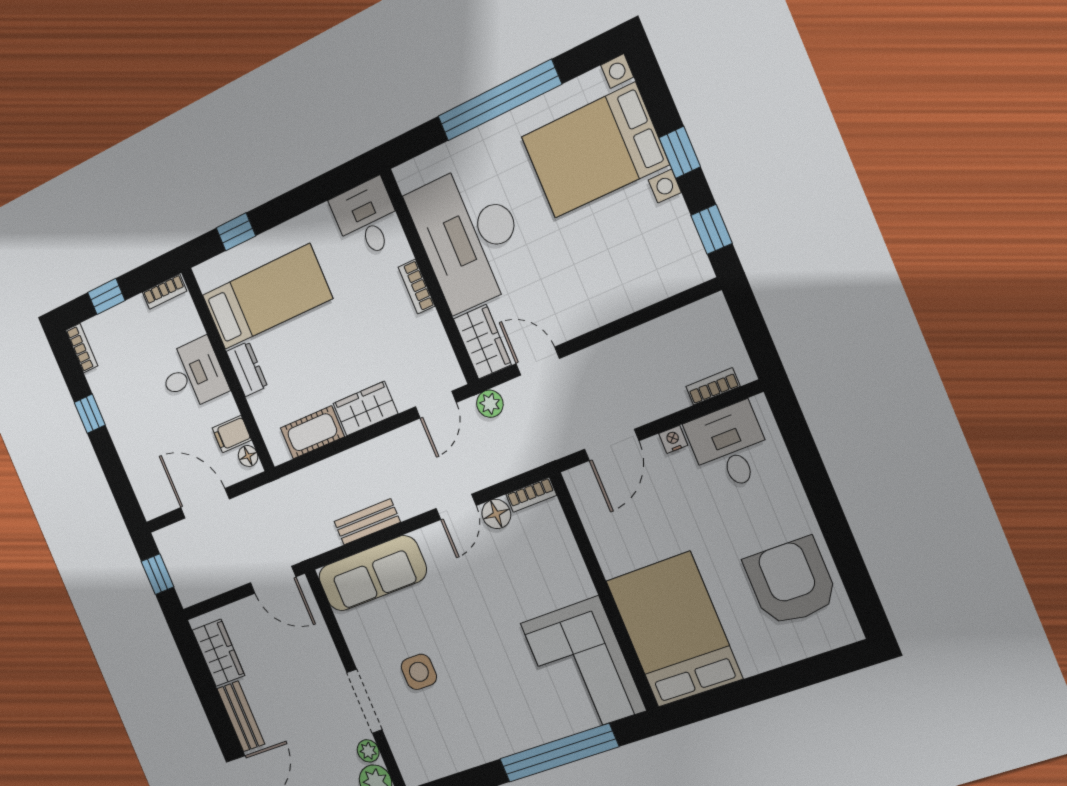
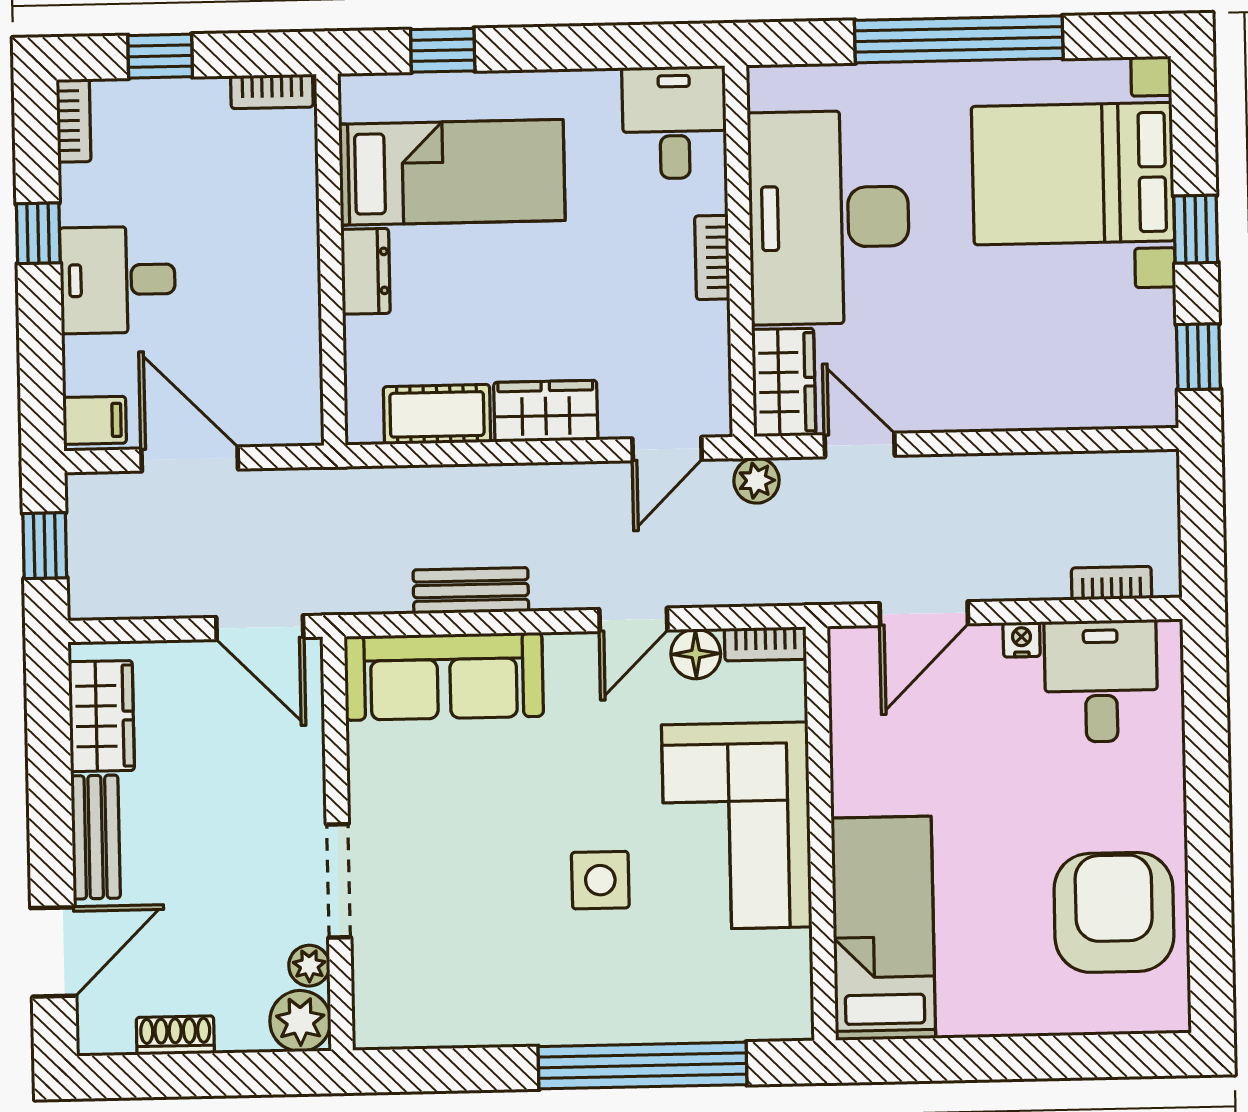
desk: (193, 375) -> (118, 280), moved, turned 180
filing cabinet: (232, 434) -> (95, 420), moved, turned 180
floor lamp: (248, 456) -> (305, 410), removed
bed: (674, 630) -> (883, 928), width x0.67
corner sofa: (583, 667) -> (737, 826), moved
side table: (419, 672) -> (600, 880), moved

